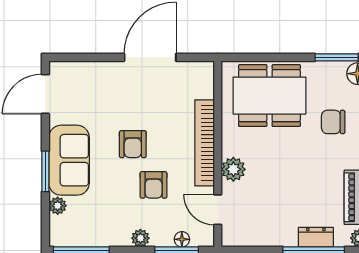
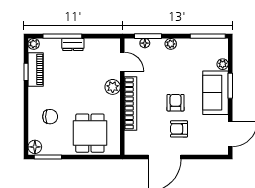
dining table: (269, 96) -> (90, 133), width x0.73
armchair: (154, 185) -> (179, 129), moved, turned -90
dresser: (316, 237) -> (73, 44), moved

